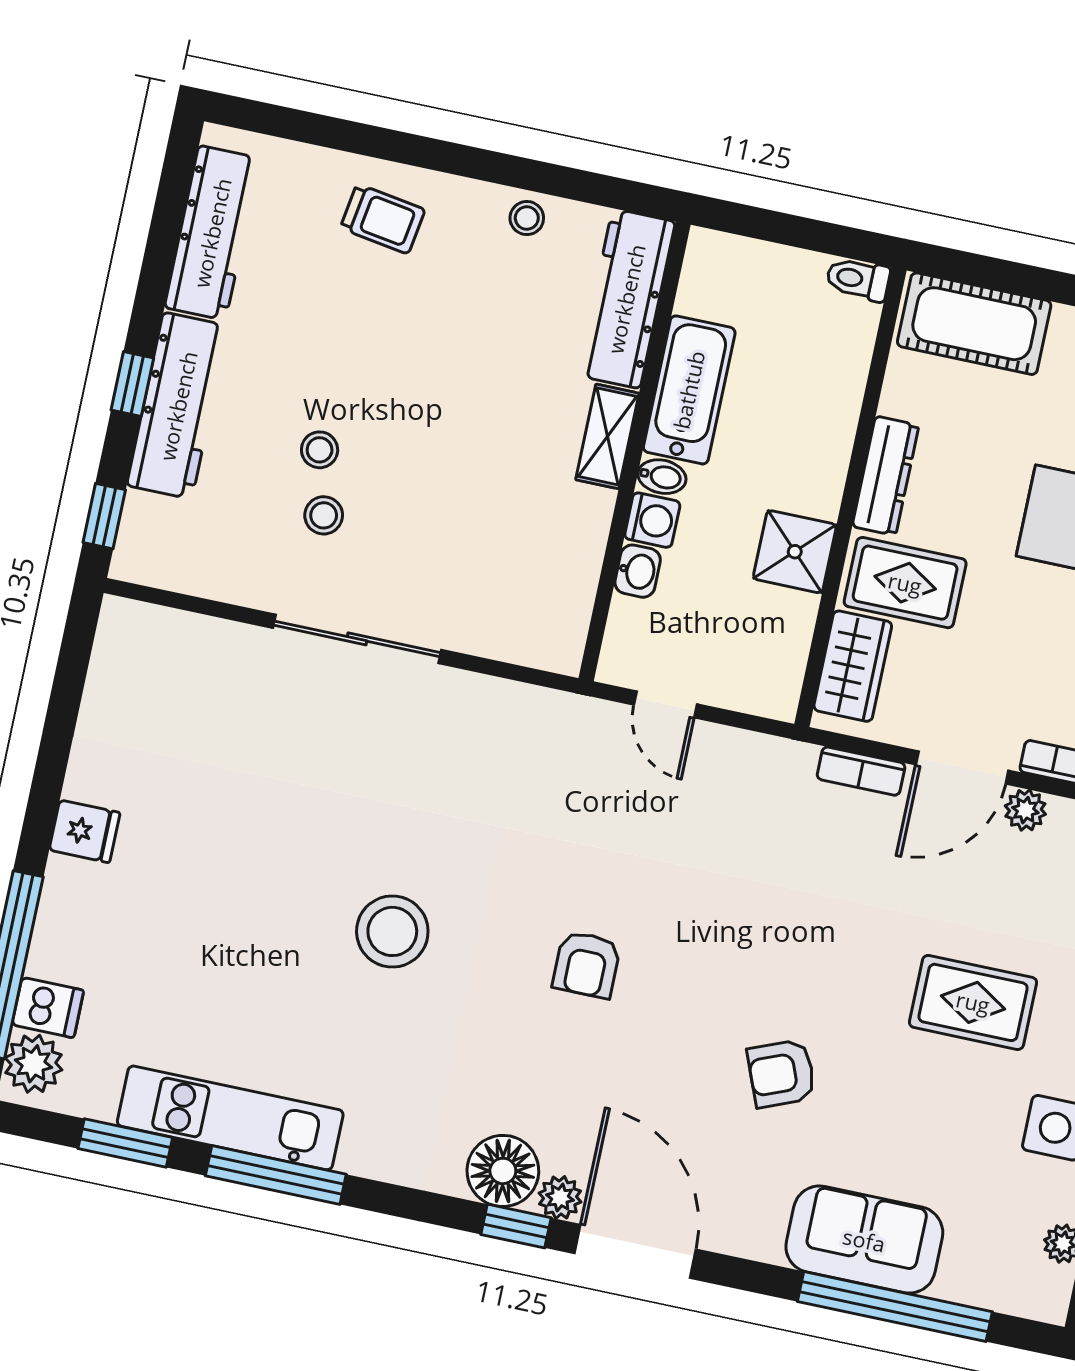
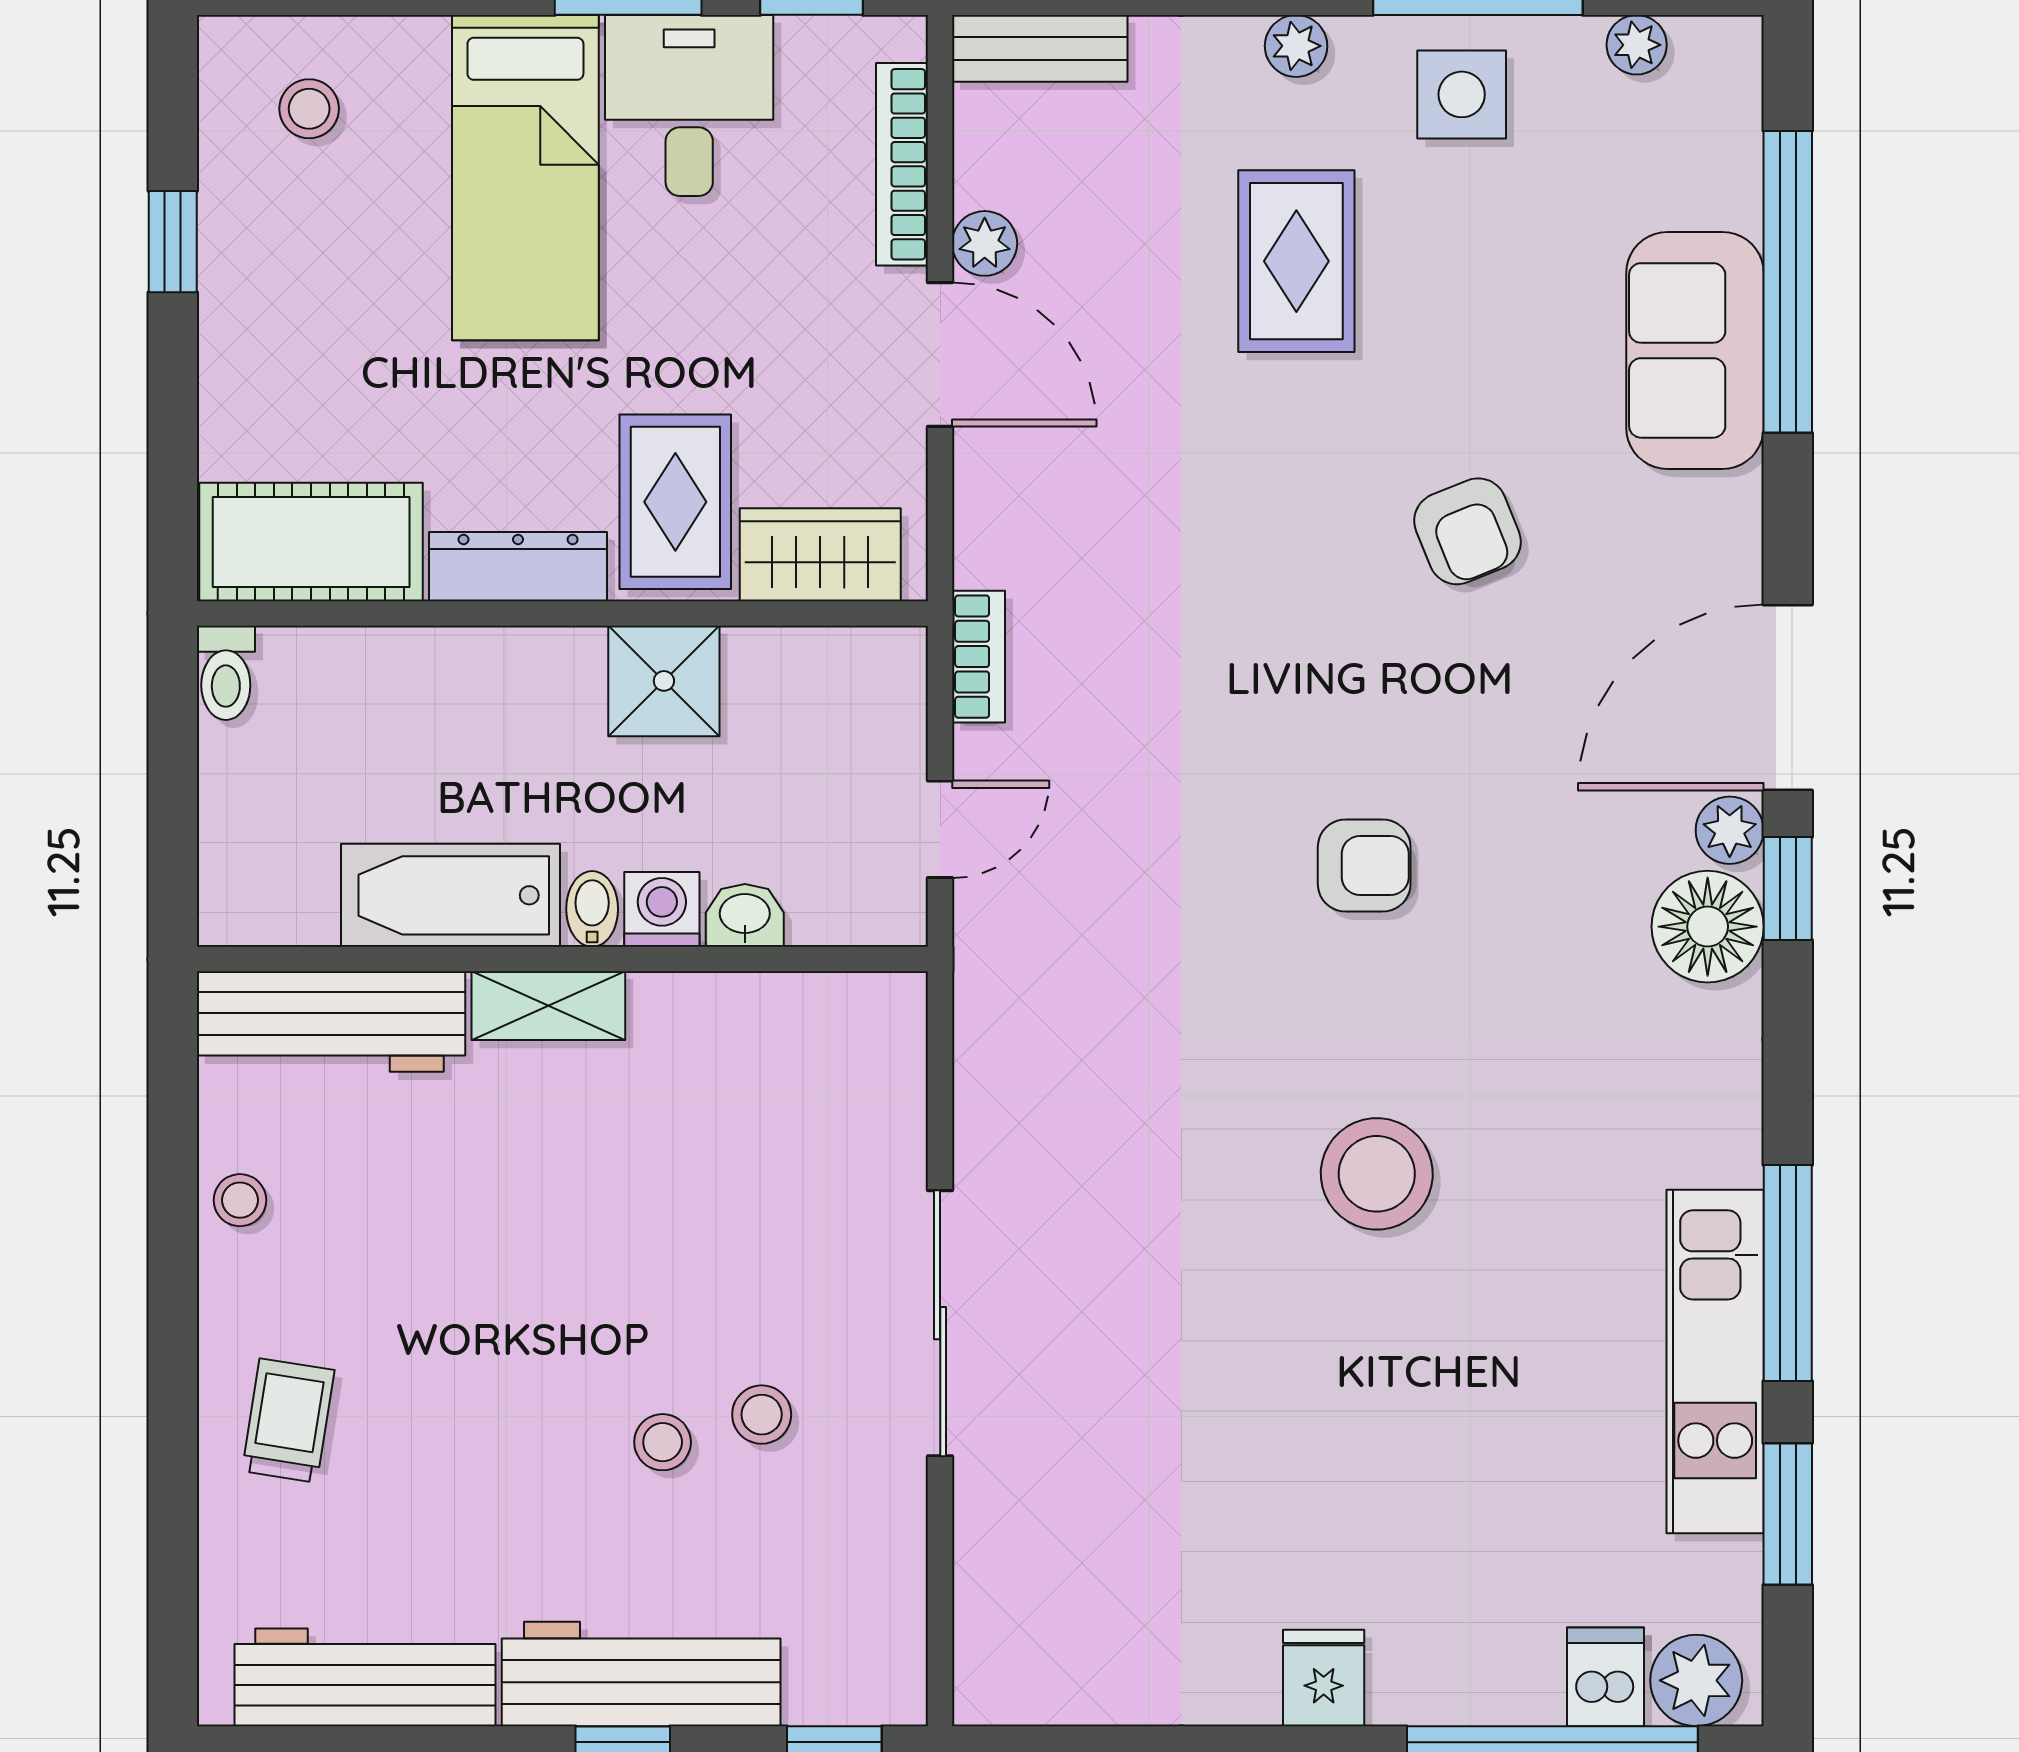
cot: (974, 324) -> (311, 542), moved, turned 90
bookcase: (861, 771) -> (978, 657), moved

